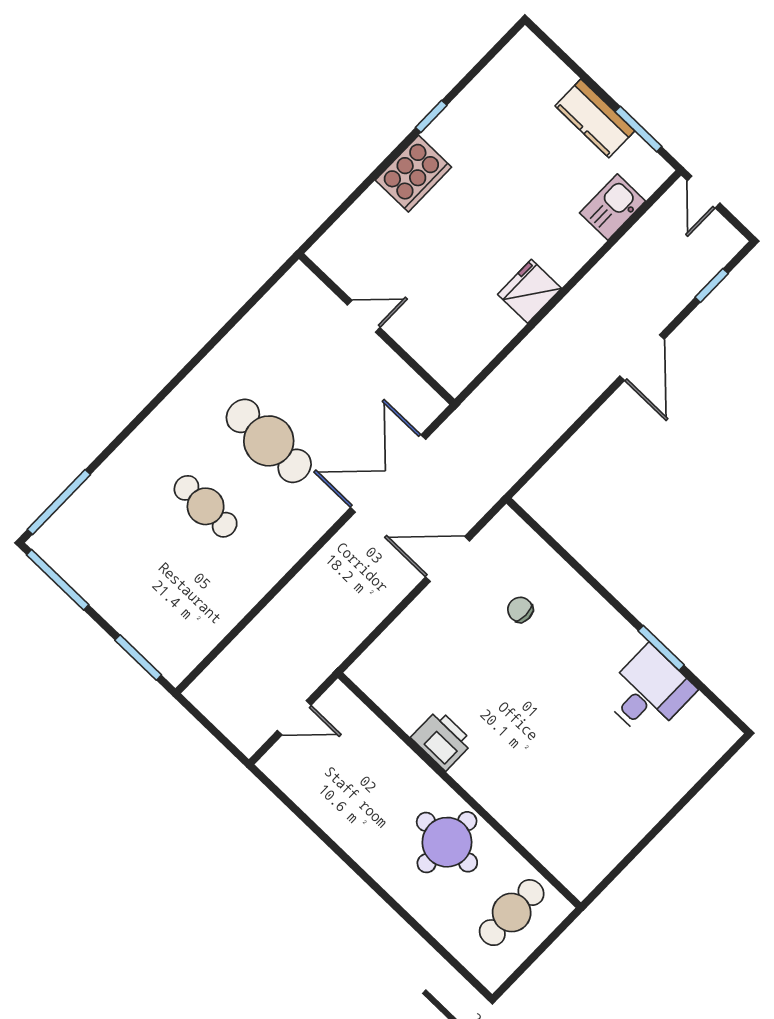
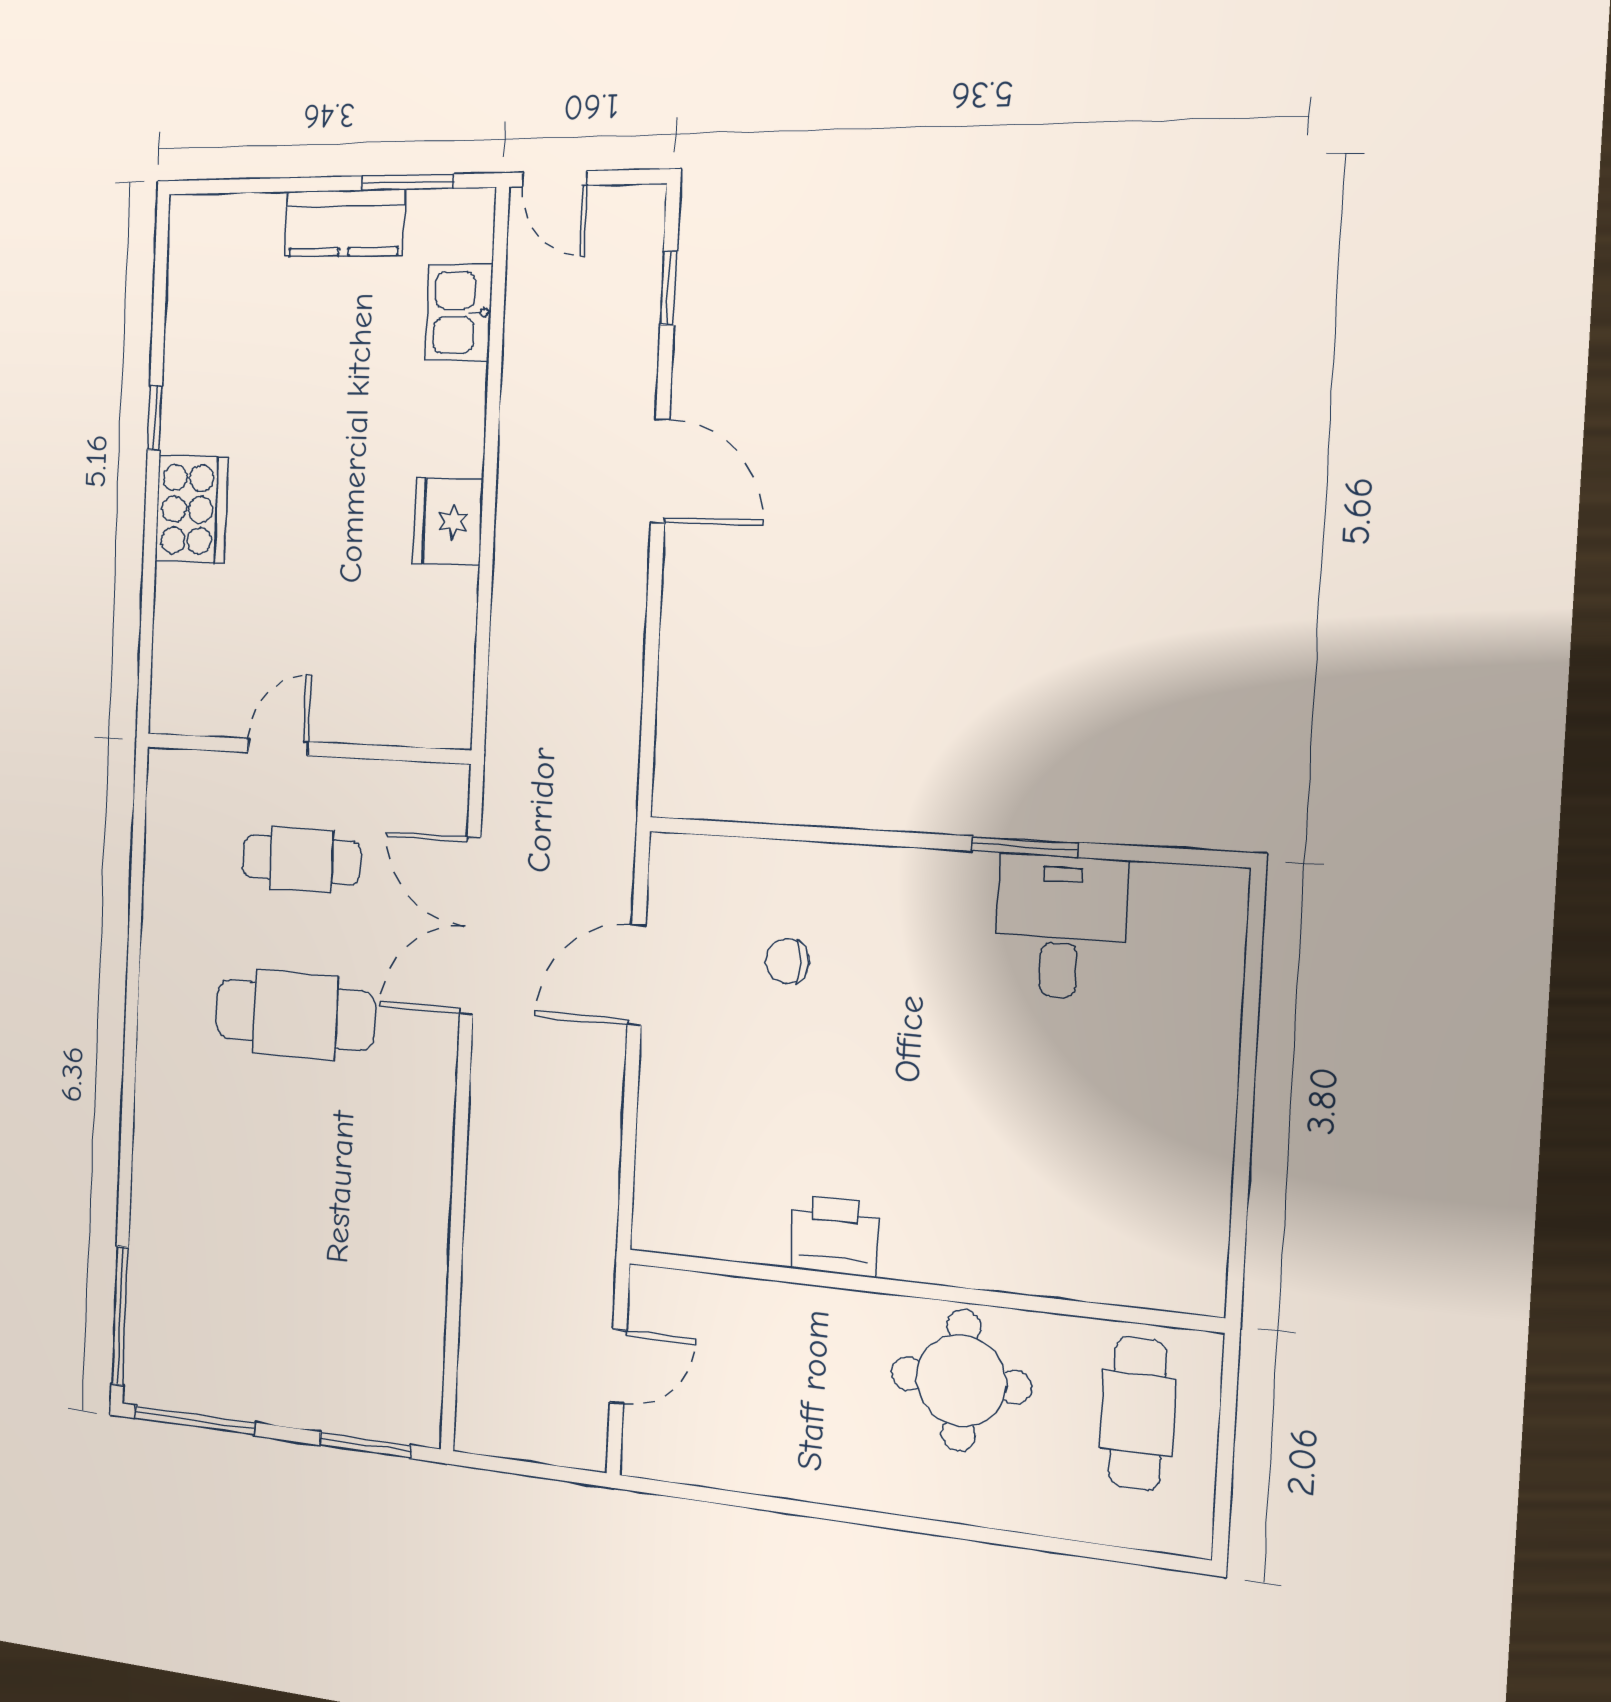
cafe table: (206, 506) -> (302, 860), moved

